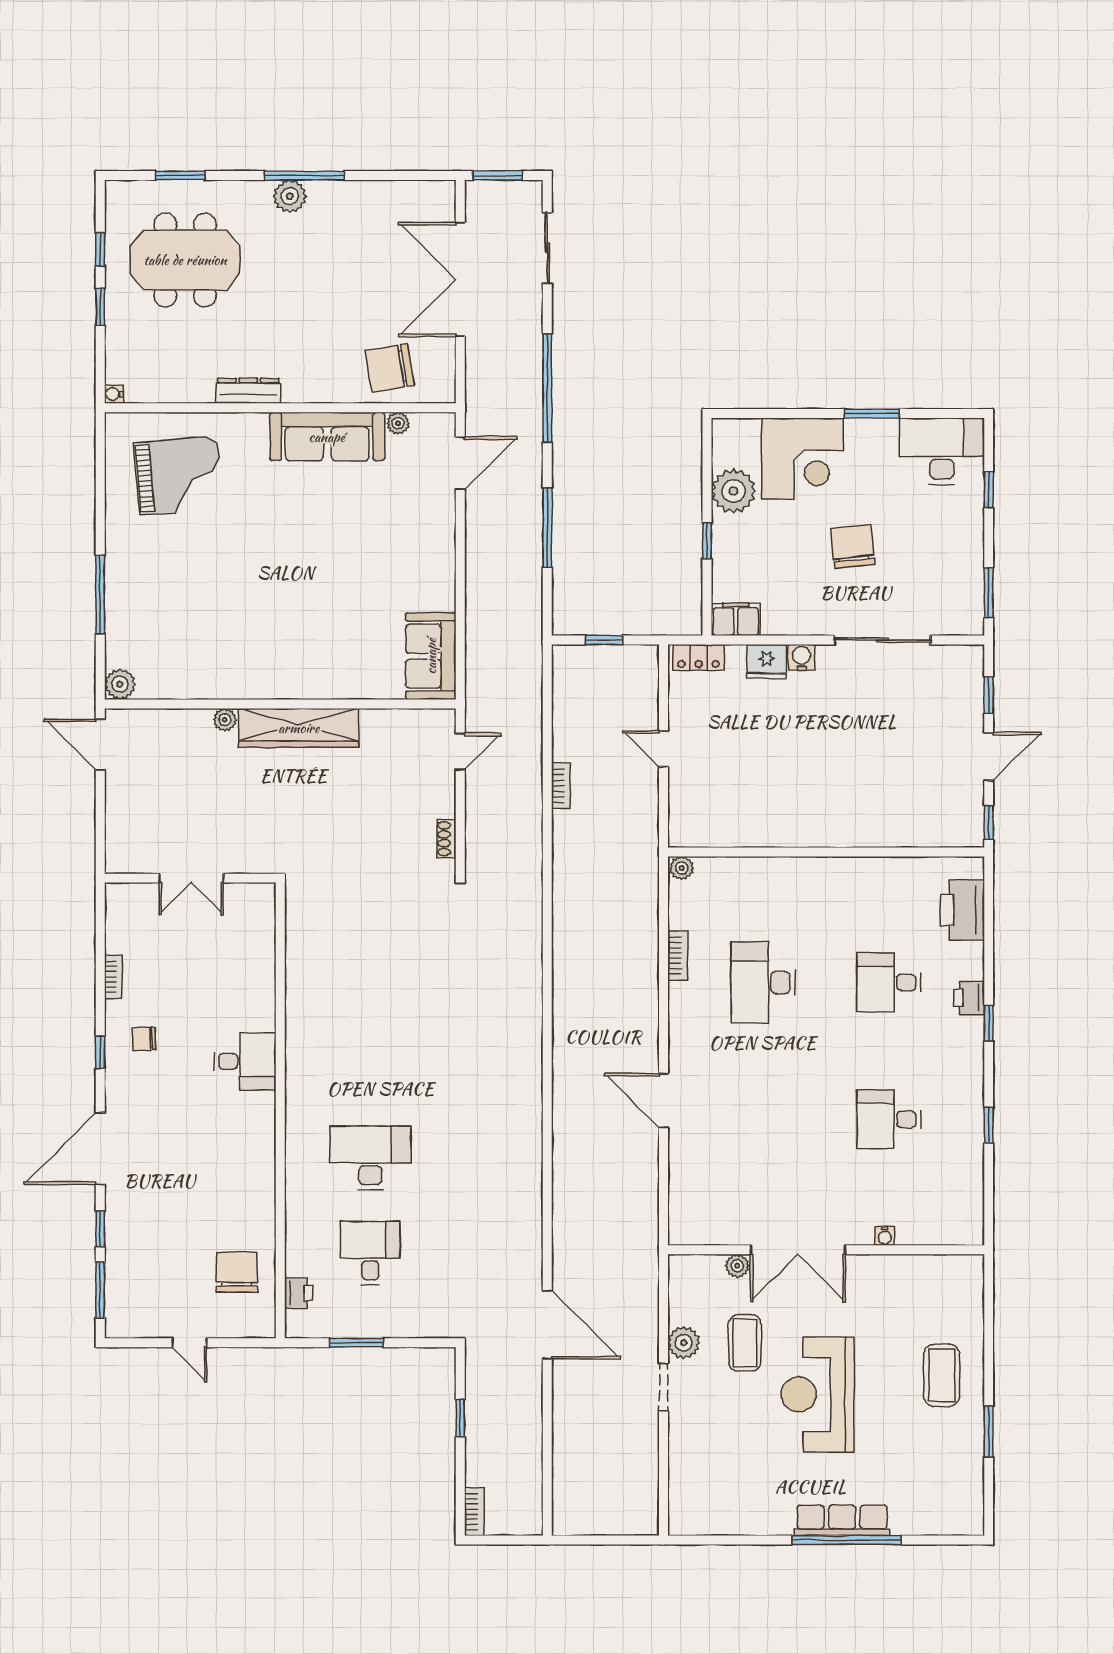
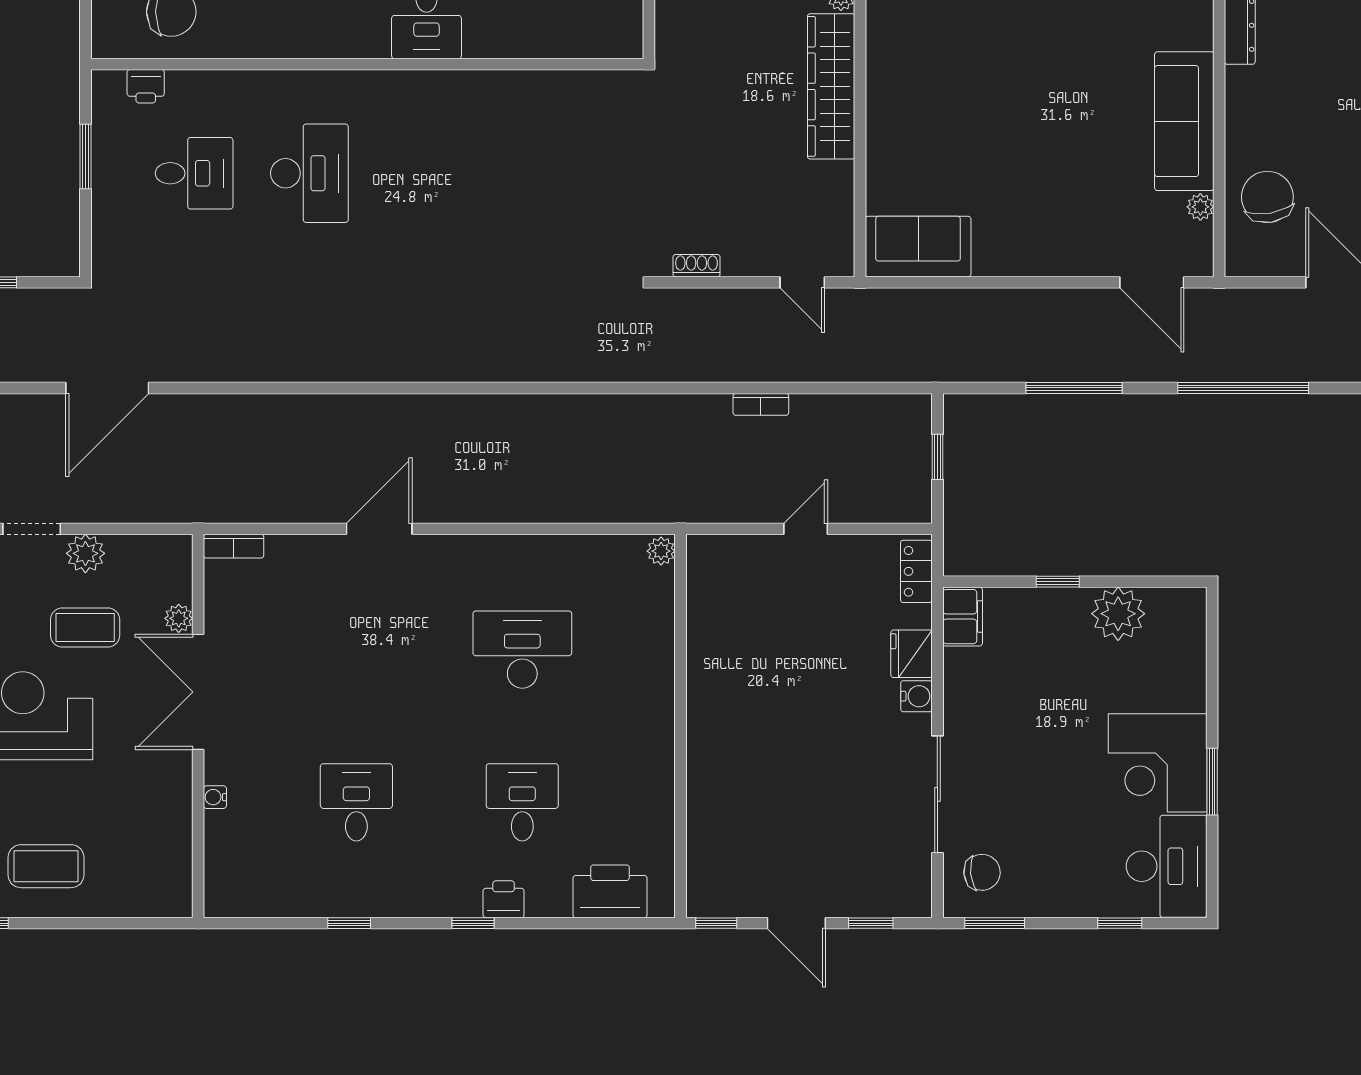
corner desk: (802, 459) -> (1158, 763), moved
chair: (853, 547) -> (982, 872), moved, width x0.73, depth x0.73
bookcase: (678, 956) -> (234, 546), moved

